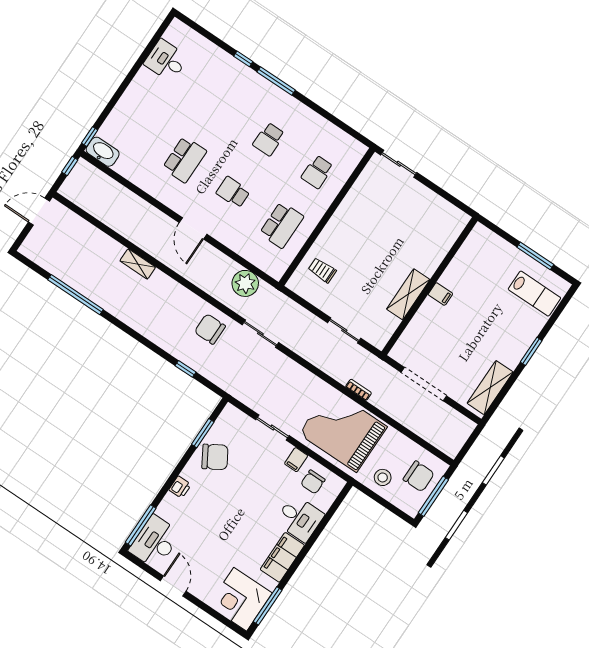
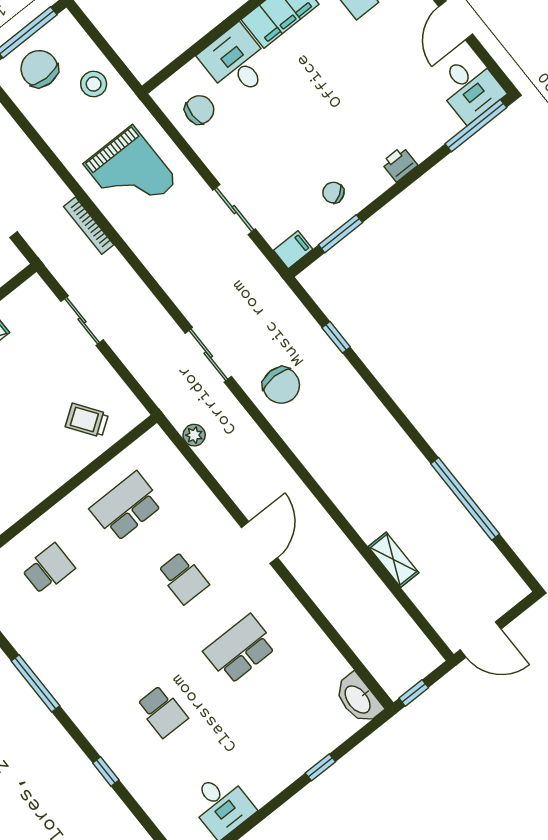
window: (276, 81) -> (35, 683), moved
window: (90, 137) -> (320, 767), moved
school desk: (269, 139) -> (162, 711), moved, turned 90
shelving: (138, 264) -> (393, 560), moved
trolley: (322, 270) -> (87, 420), turned 145
plant: (245, 283) -> (194, 435), width x0.53, depth x0.53
bookcase: (359, 390) -> (89, 226), width x1.56
grand piano: (343, 430) -> (131, 173), width x0.73, depth x0.68
chair: (215, 457) -> (333, 193), width x0.54, depth x0.54
filing cabinet: (296, 460) -> (293, 250), moved
desk: (155, 542) -> (470, 88), width x0.73

